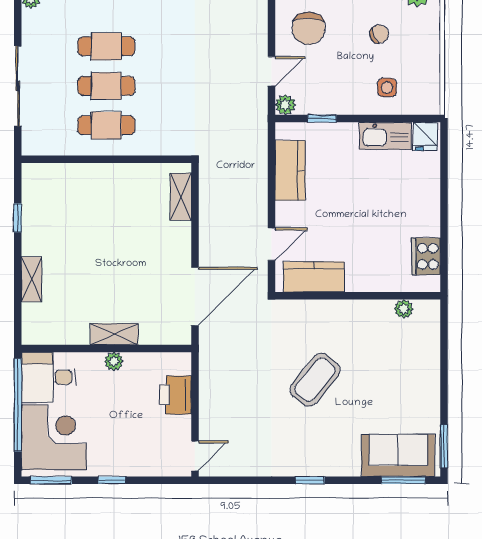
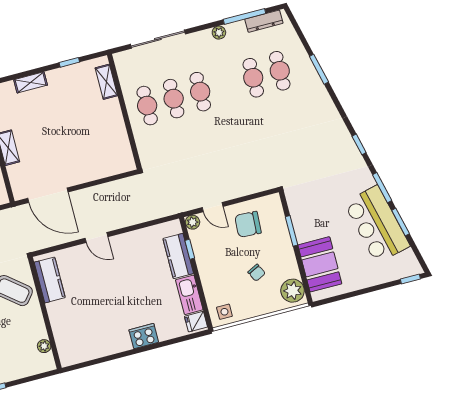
side table: (387, 88) -> (224, 312), moved
kitchen counter: (290, 170) -> (178, 256), moved, turned 90
shelving: (181, 197) -> (106, 82), moved, turned 90
cooker: (426, 256) -> (144, 336), moved
kitchen counter: (314, 277) -> (50, 280), moved
wall: (358, 296) -> (45, 313), moved
plant: (404, 309) -> (44, 346), moved

